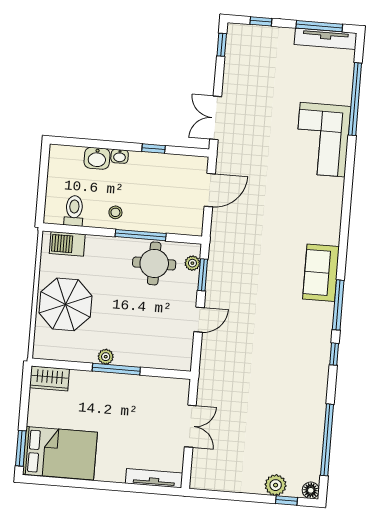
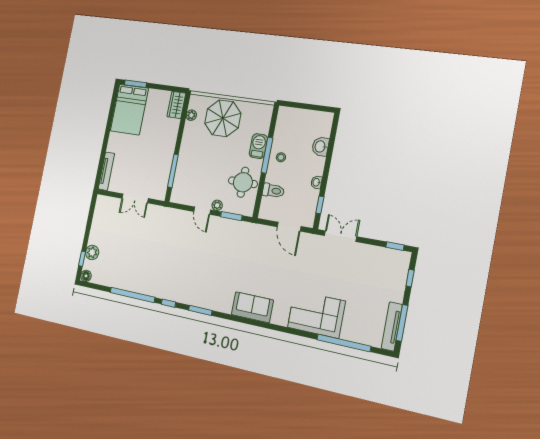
window: (154, 149) -> (320, 205), moved
washbasin: (120, 156) -> (316, 182), moved
toilet: (74, 211) -> (273, 191), moved
window: (141, 235) -> (267, 155), moved
barbecue: (67, 244) -> (258, 146), moved
plant: (192, 263) -> (217, 205), moved
sofa: (321, 273) -> (252, 307), moved
window: (338, 305) -> (200, 310), width x0.69
plant: (106, 357) -> (191, 115), moved
window: (116, 369) -> (173, 171), moved
window: (327, 440) -> (132, 295), moved

